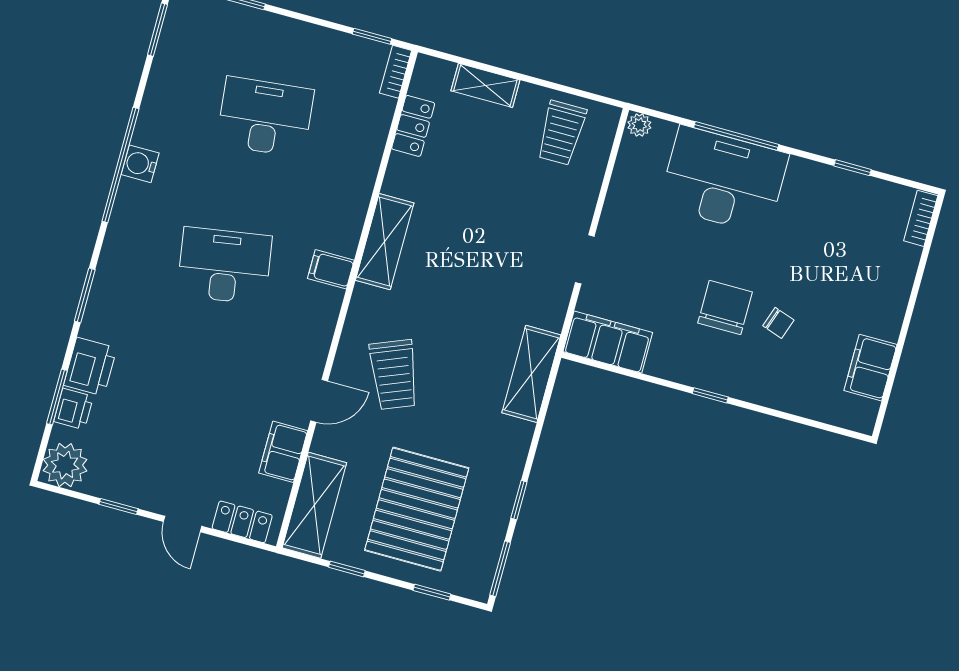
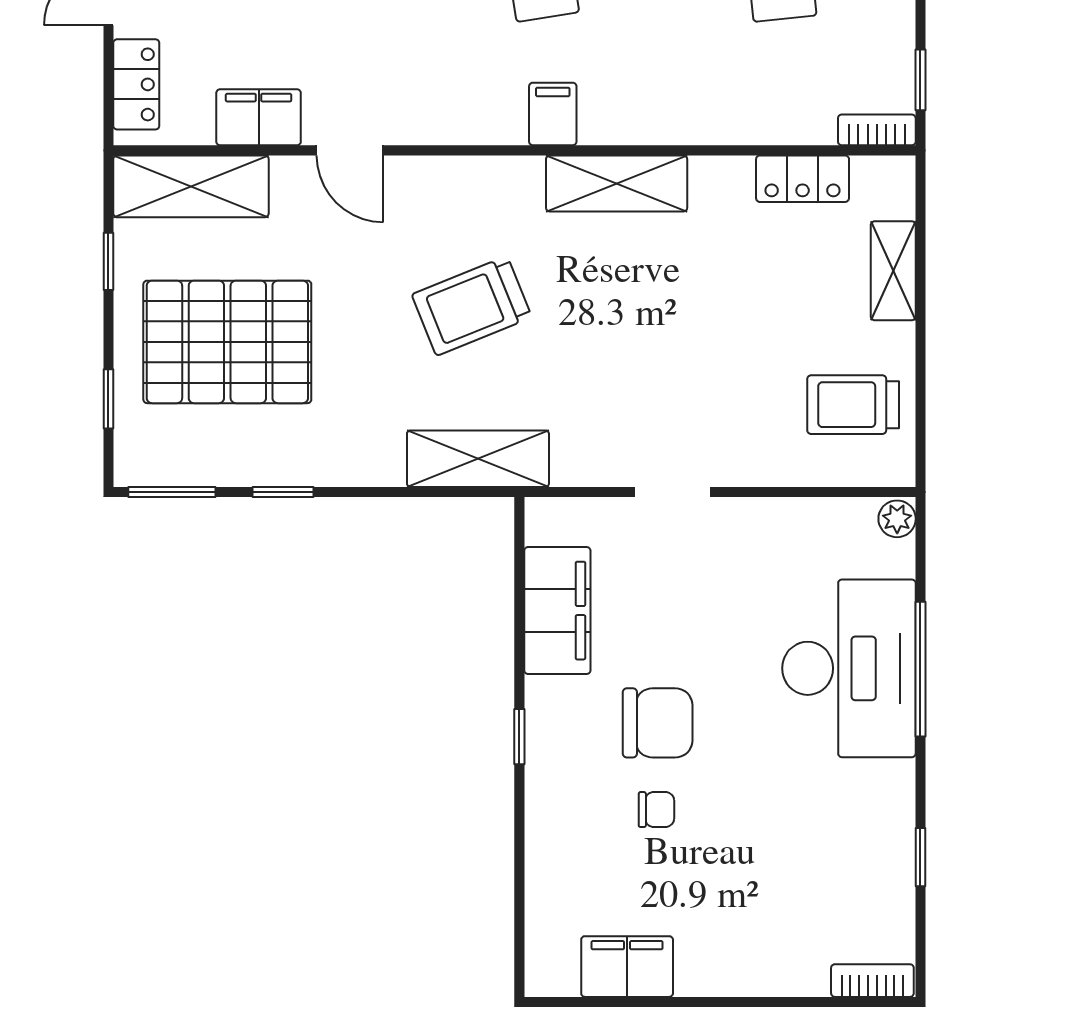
chair: (778, 323) -> (656, 810), turned -109
filing cabinet: (608, 342) -> (557, 611), moved
trolley: (394, 375) -> (472, 306), moved

